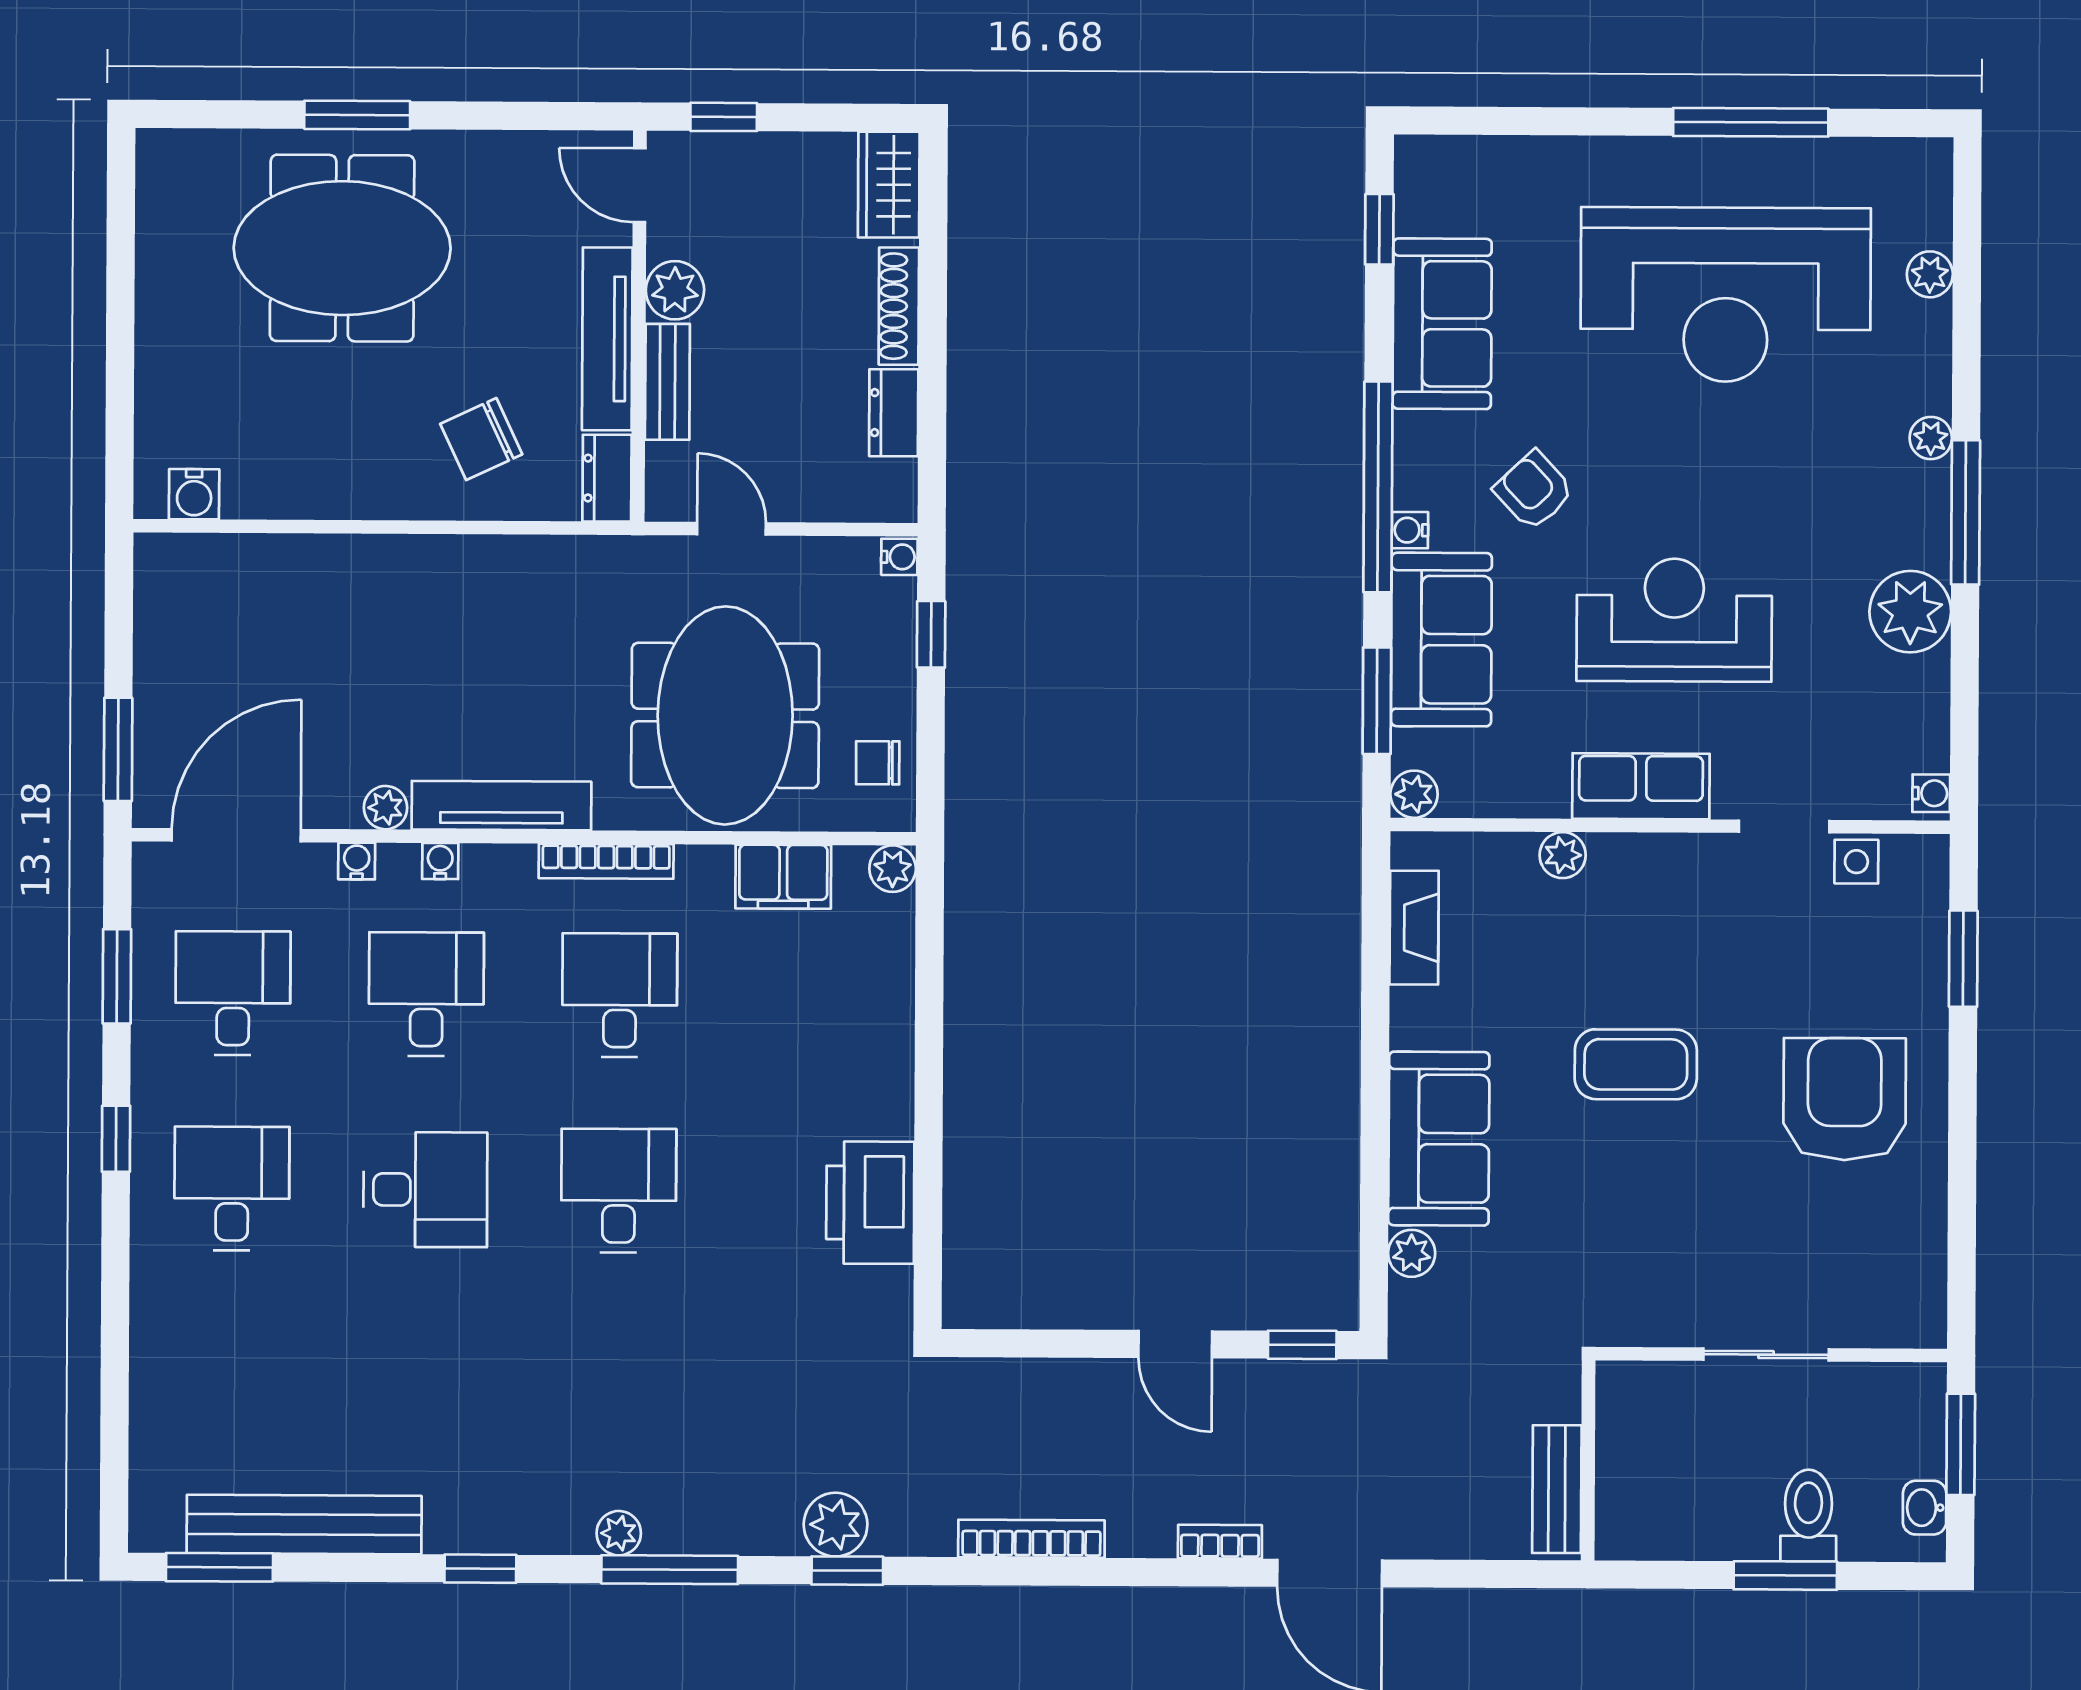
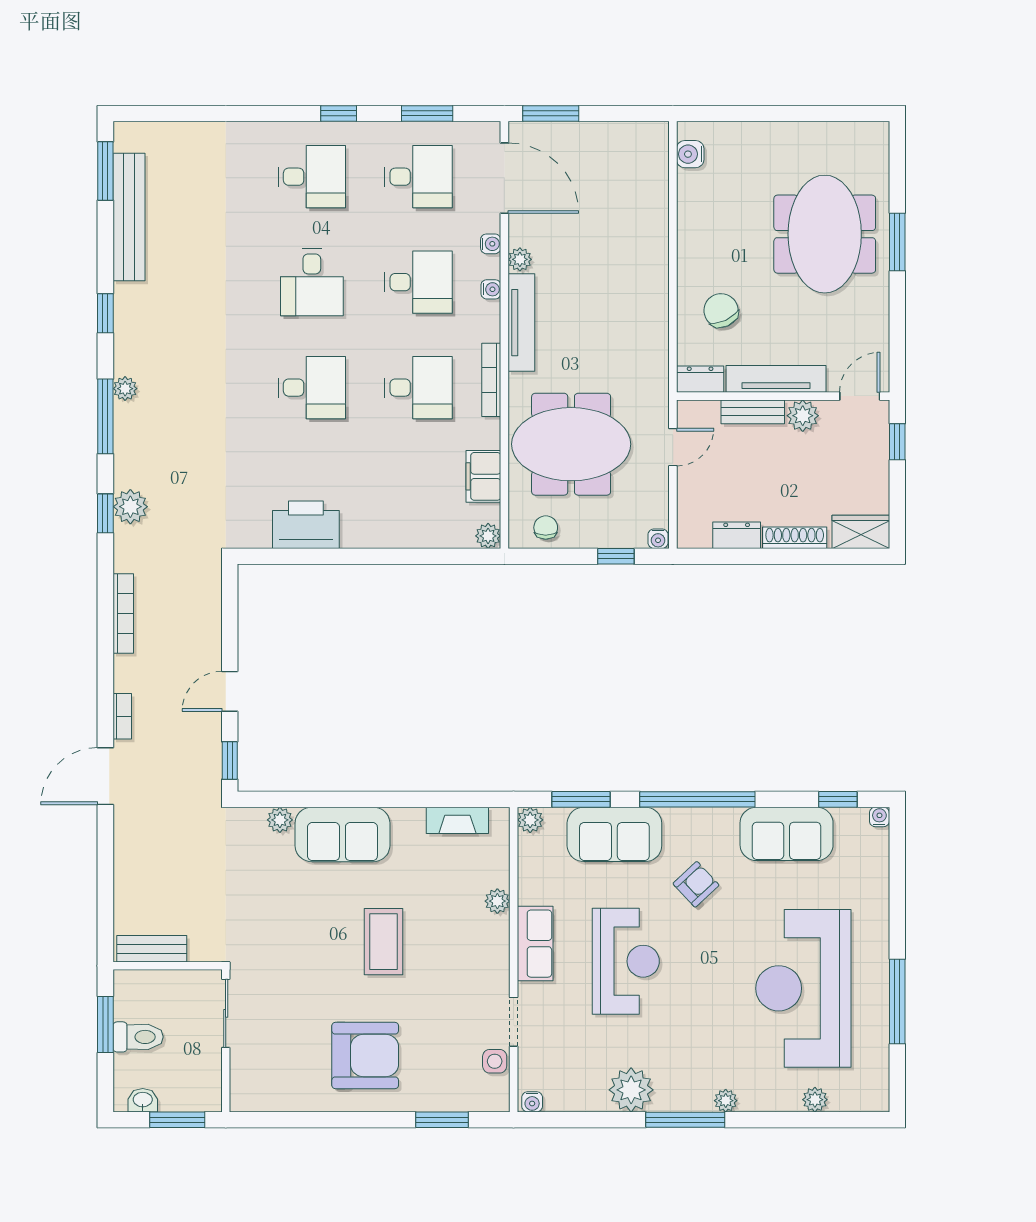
water cooler: (1410, 530) -> (879, 817), moved
wall: (1588, 1460) -> (168, 966), moved
bench: (1557, 1489) -> (152, 949), moved

